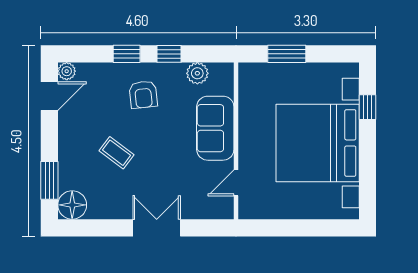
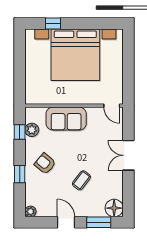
window: (169, 54) -> (20, 132), moved
window: (287, 54) -> (20, 74), removed
armchair: (143, 95) -> (45, 164), turned -134
door: (49, 96) -> (66, 222), moved
door: (236, 183) -> (112, 106), moved

